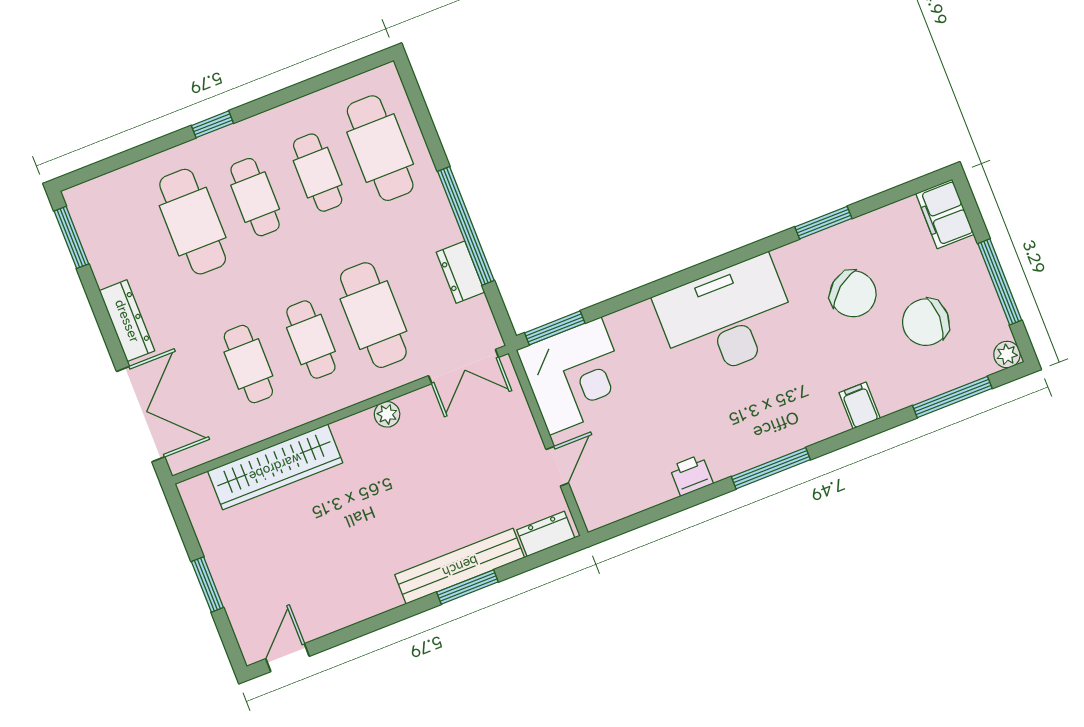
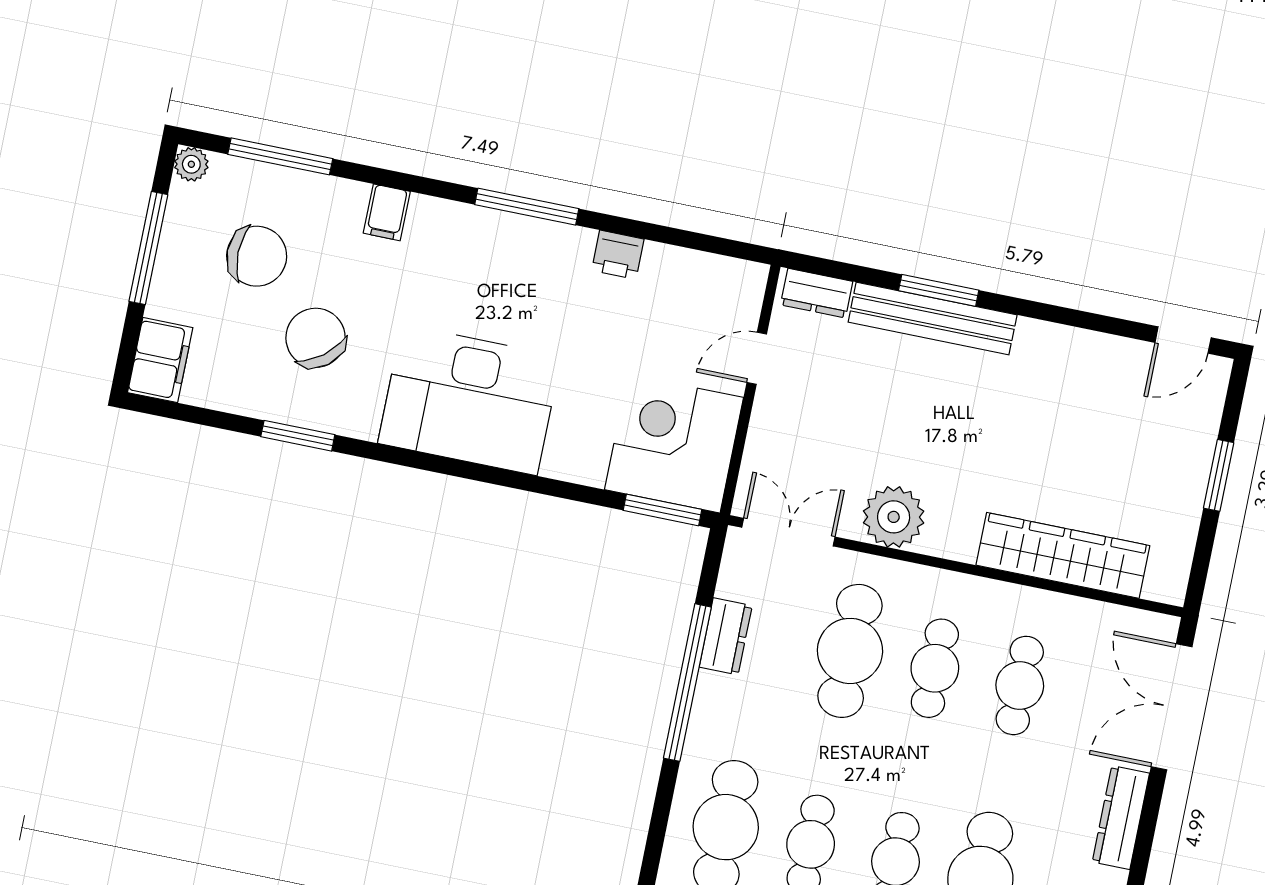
plant: (387, 414) -> (894, 517), width x1.88, depth x1.88

